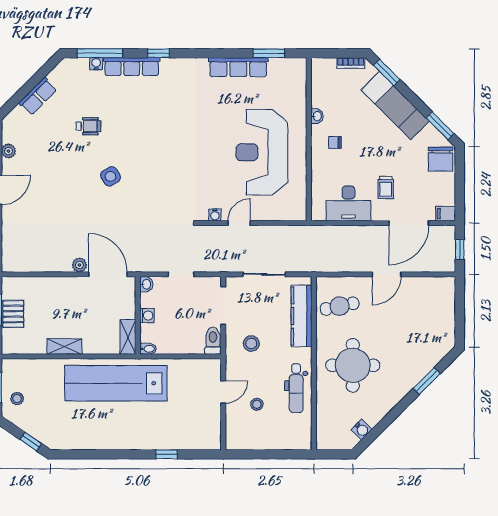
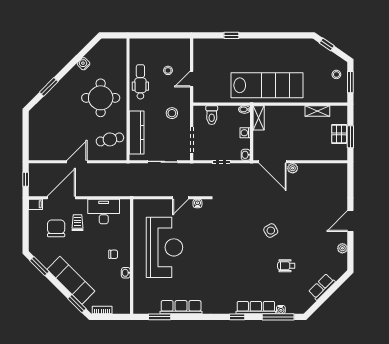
chair: (441, 159) -> (56, 228), moved
toilet: (213, 341) -> (212, 115), moved
shelving: (64, 347) -> (317, 111), moved
water cooler: (362, 429) -> (84, 64), moved

